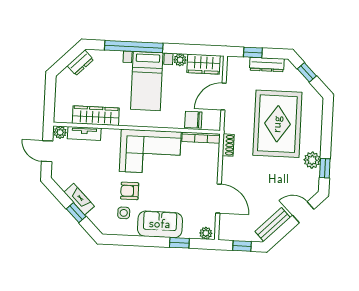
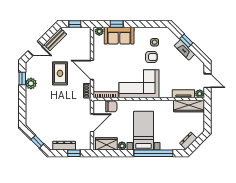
wardrobe: (96, 116) -> (189, 106), moved
rug: (277, 124) -> (60, 73), moved, width x0.54, depth x0.49
door: (219, 199) -> (92, 70), moved
sofa: (160, 224) -> (119, 36), moved

